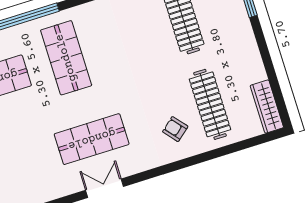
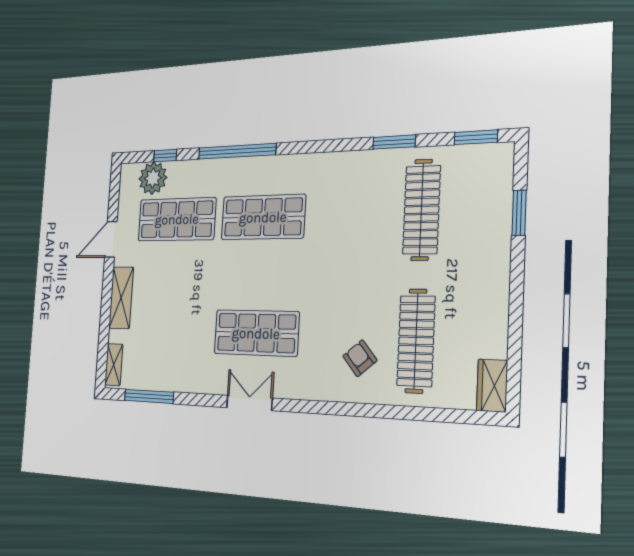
shop shelf: (66, 58) -> (263, 217), turned 90
wardrobe: (267, 106) -> (492, 386), width x0.67

